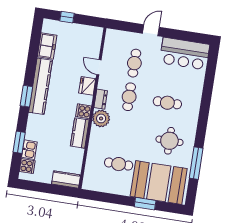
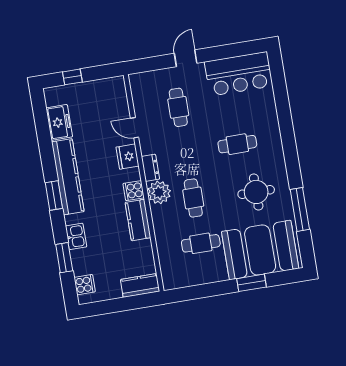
cafe table: (129, 97) -> (193, 198), moved
kitchen sink: (29, 150) -> (76, 236), moved

